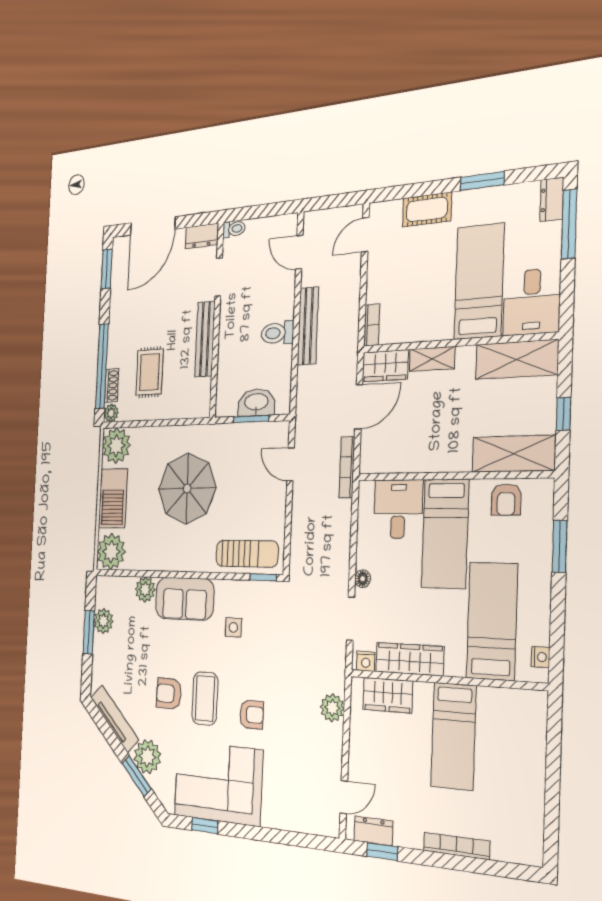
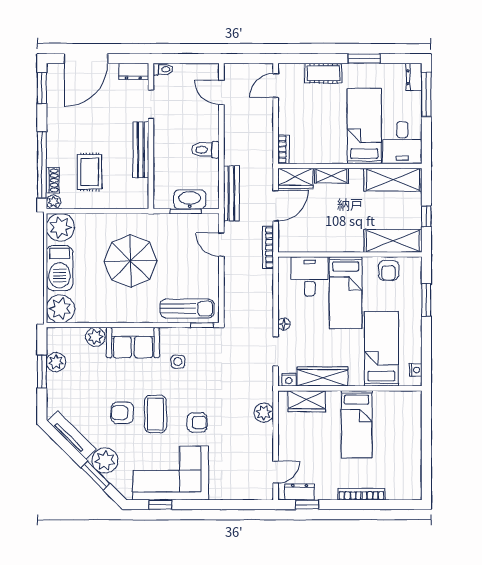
bench: (308, 326) -> (231, 193), moved

